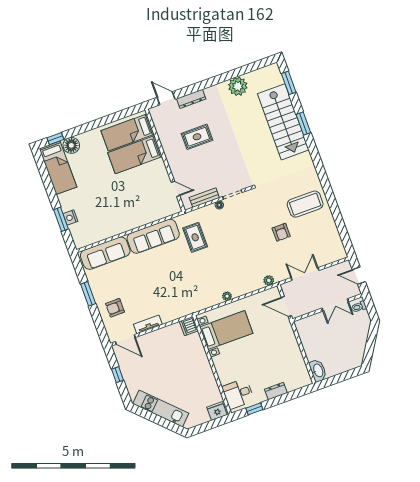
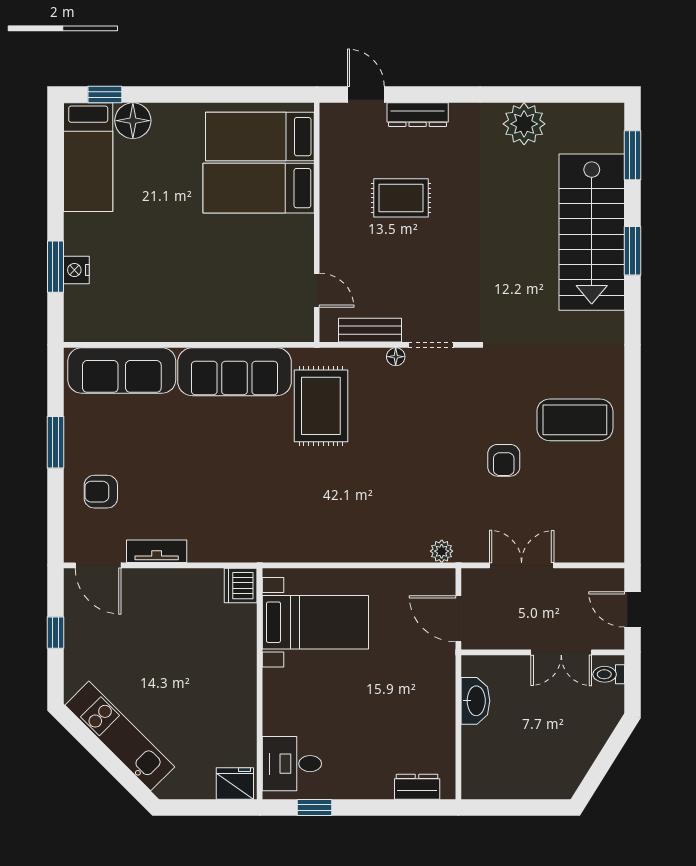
rug: (195, 237) -> (321, 406), width x1.36, depth x1.43
plant: (227, 296) -> (343, 552), removed
washbasin: (318, 371) -> (475, 701), moved
dresser: (276, 391) -> (417, 787), moved

